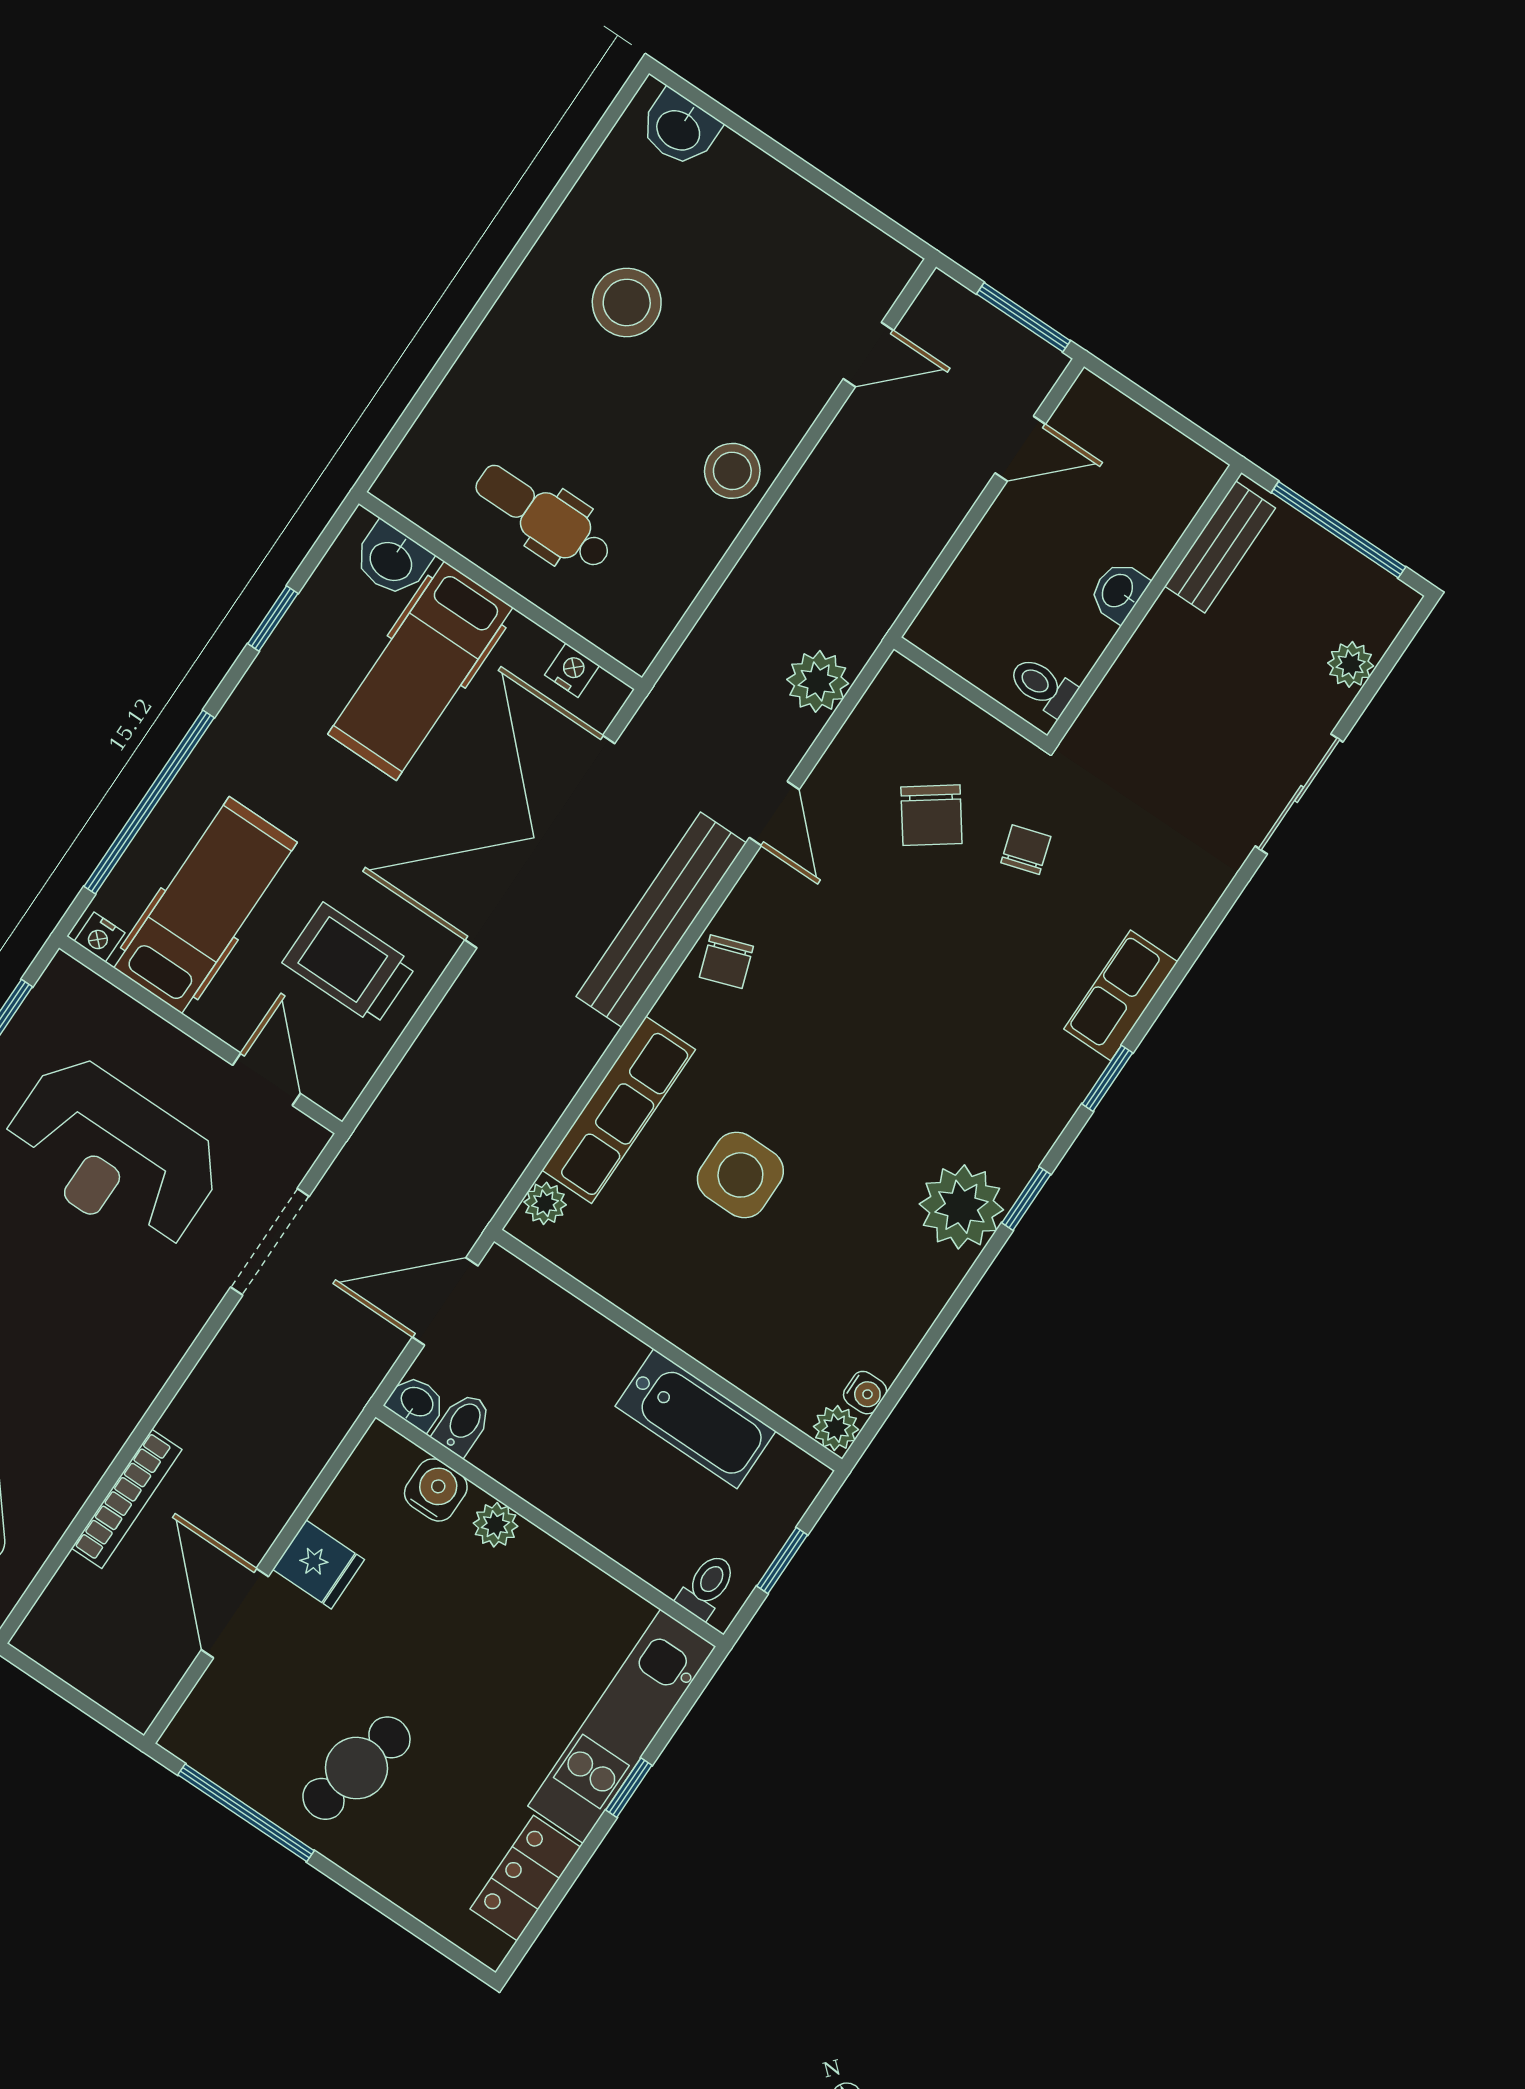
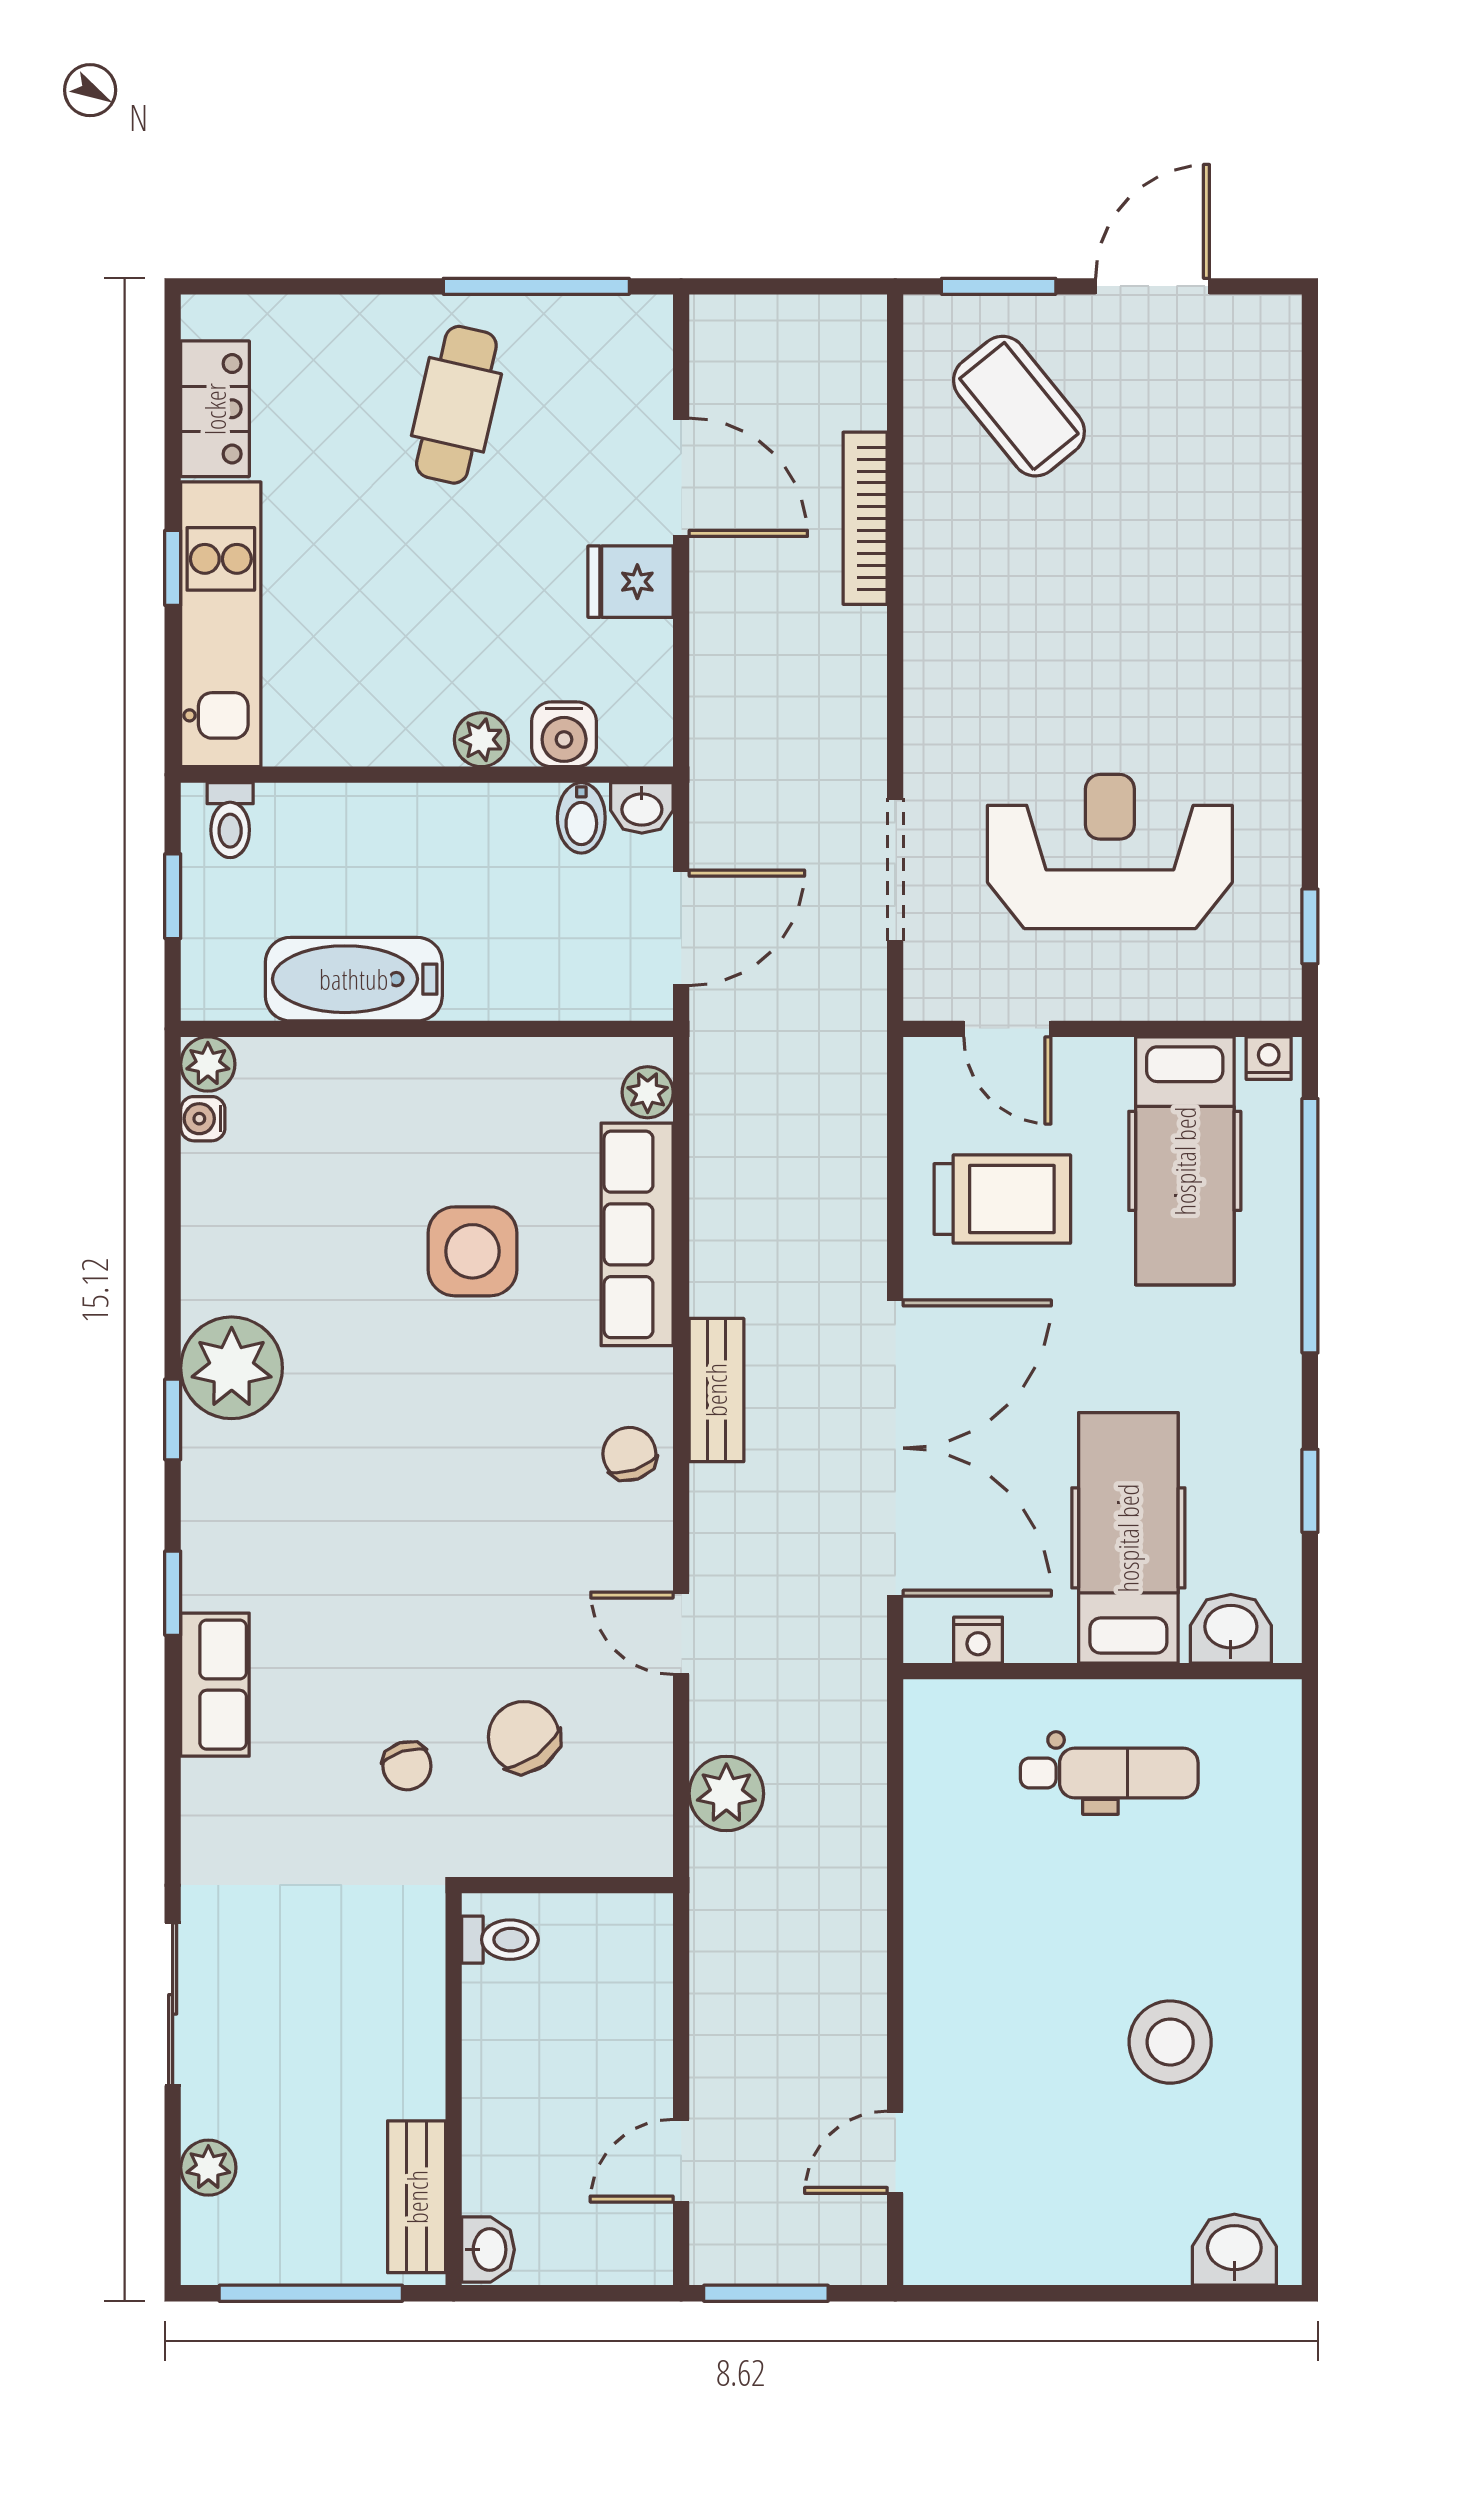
stool: (732, 471) -> (952, 1946), removed
washbasin: (1118, 591) -> (488, 2250), moved
bench: (661, 920) -> (716, 1390), width x0.54, depth x0.82

